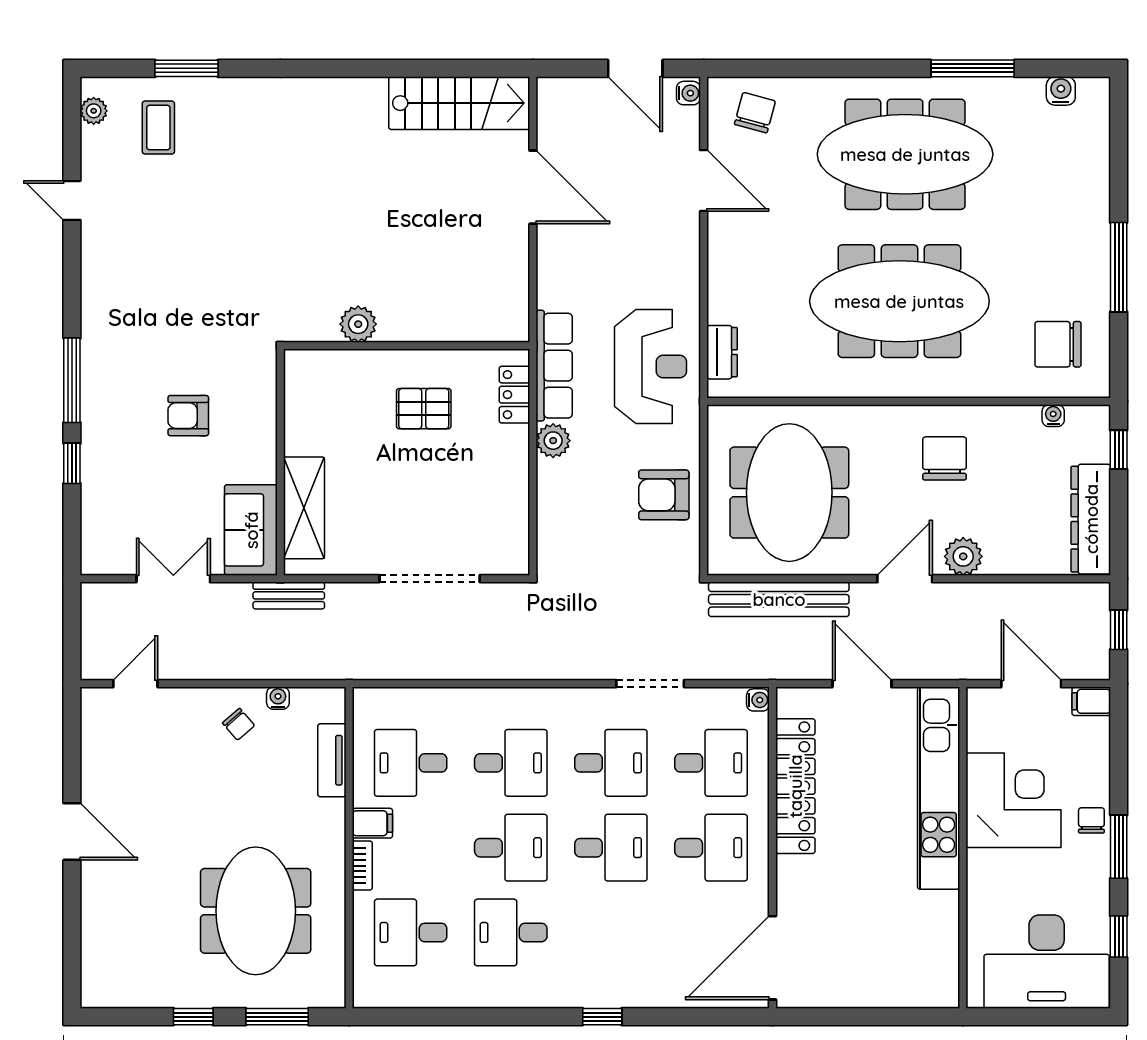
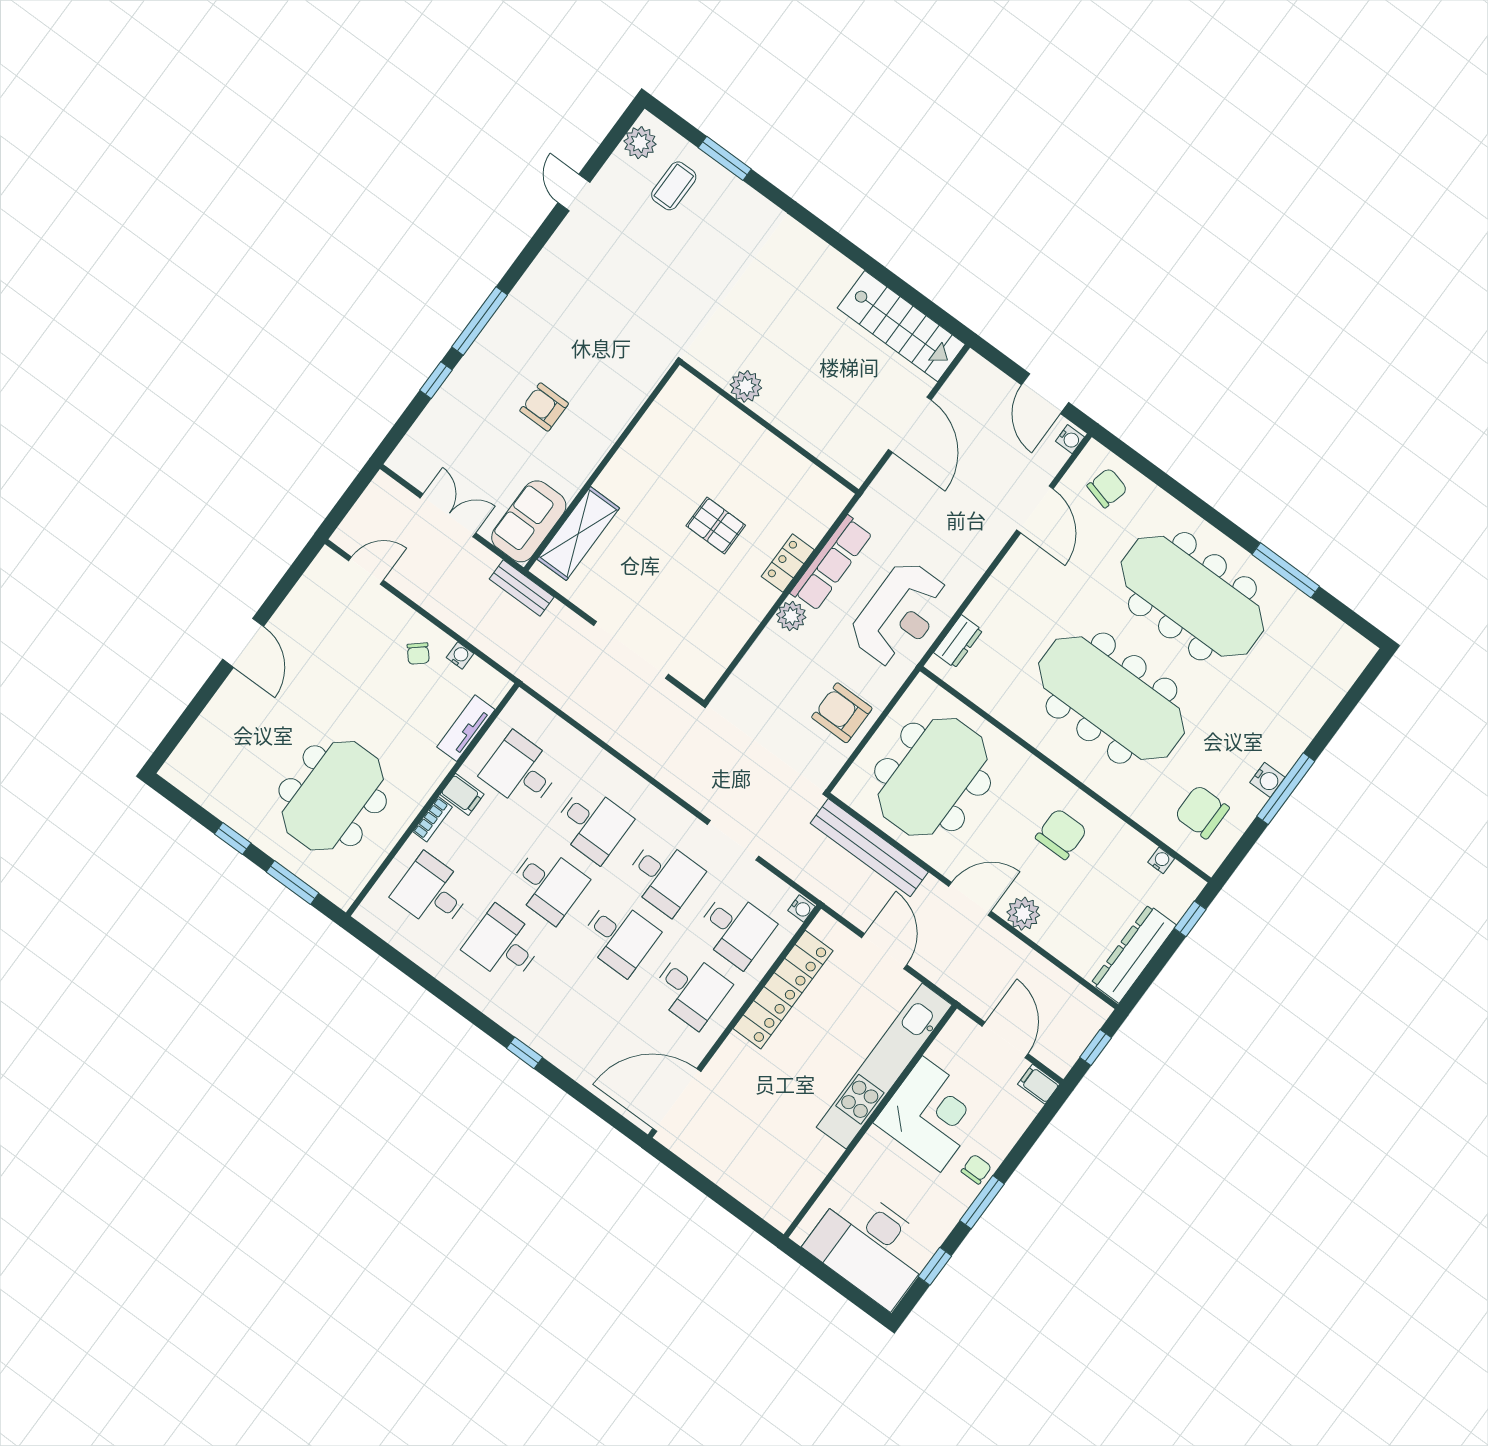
water cooler: (1061, 91) -> (1267, 780), moved, turned 90
plant: (94, 111) -> (640, 143), width x1.38, depth x1.38
plant: (358, 324) -> (746, 386), moved
wall: (407, 346) -> (769, 427), moved

